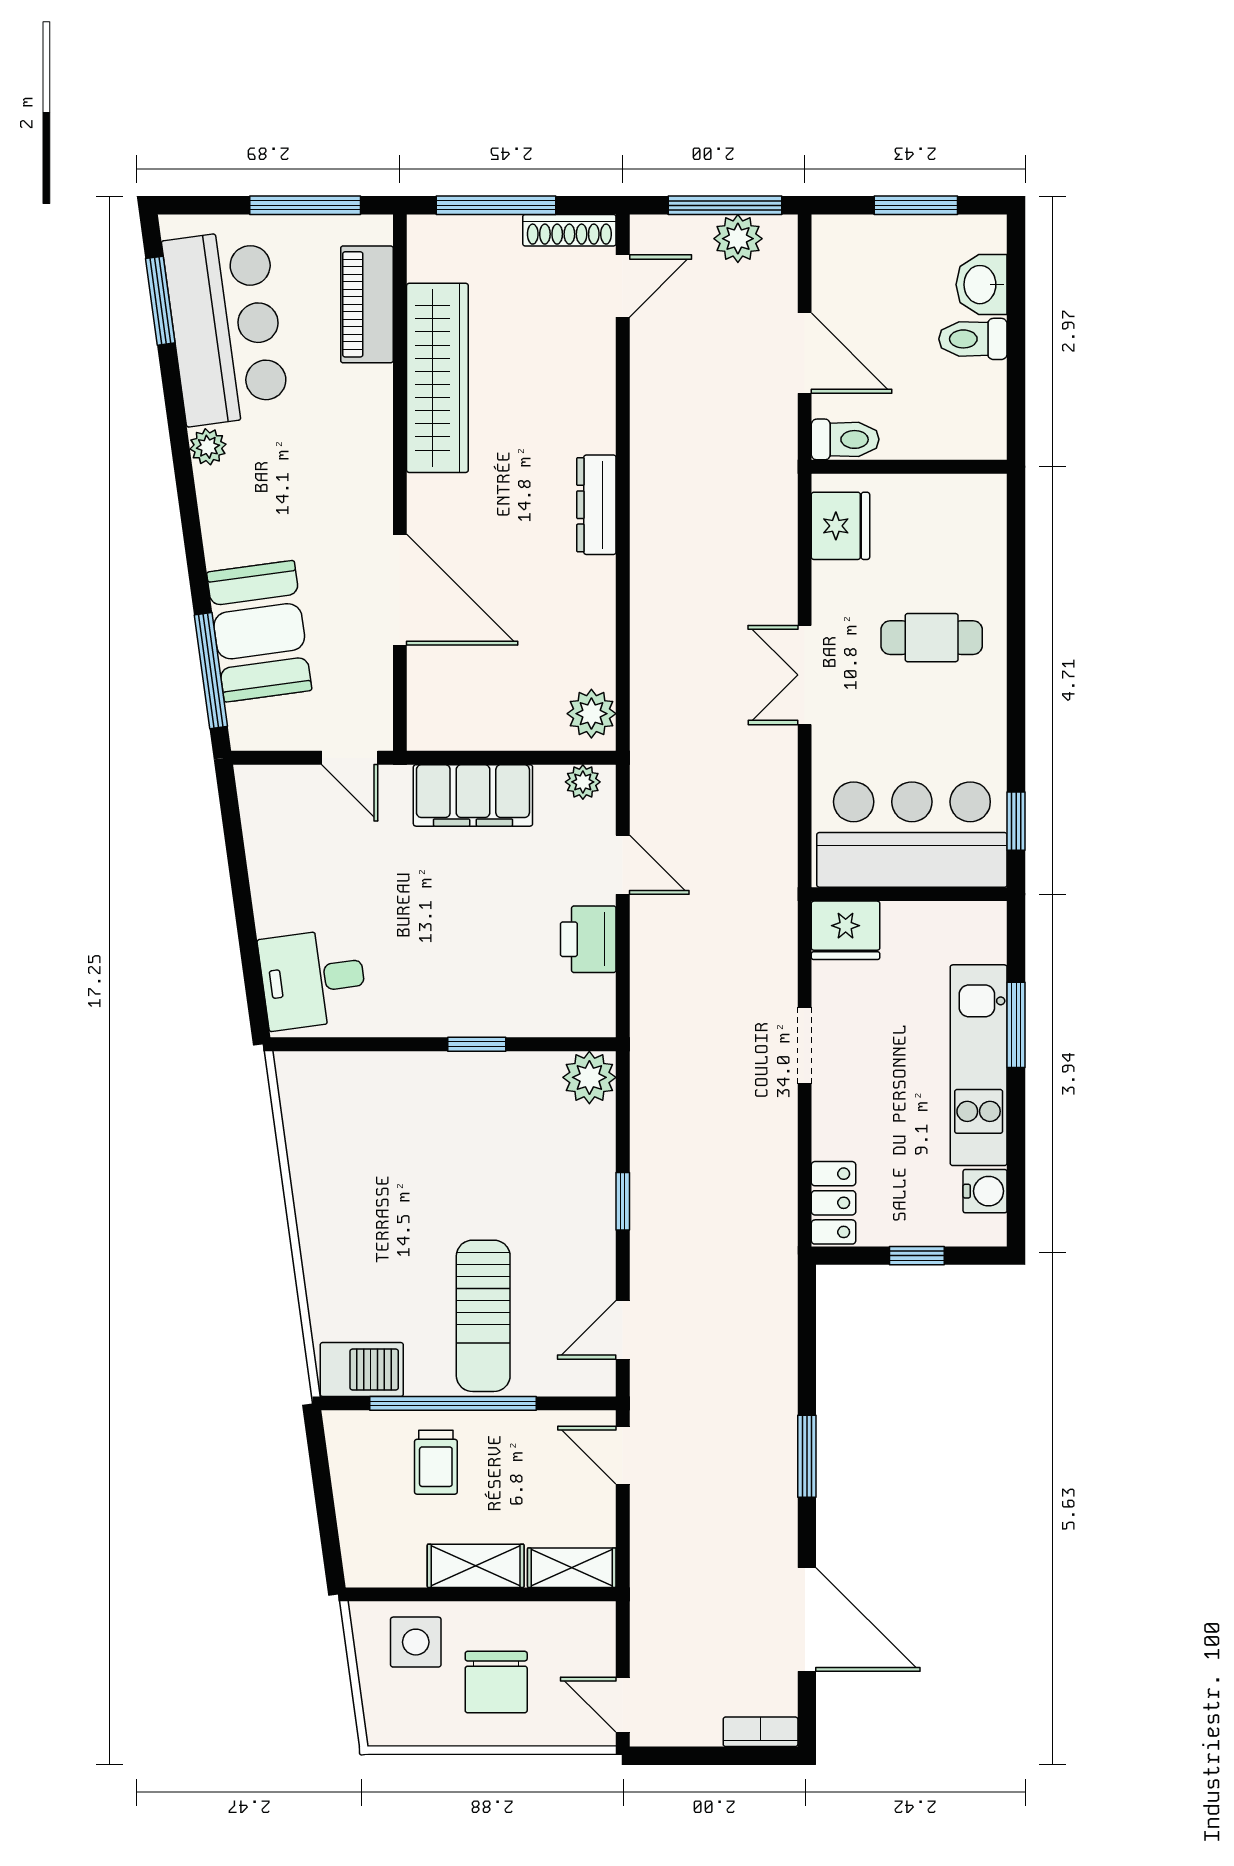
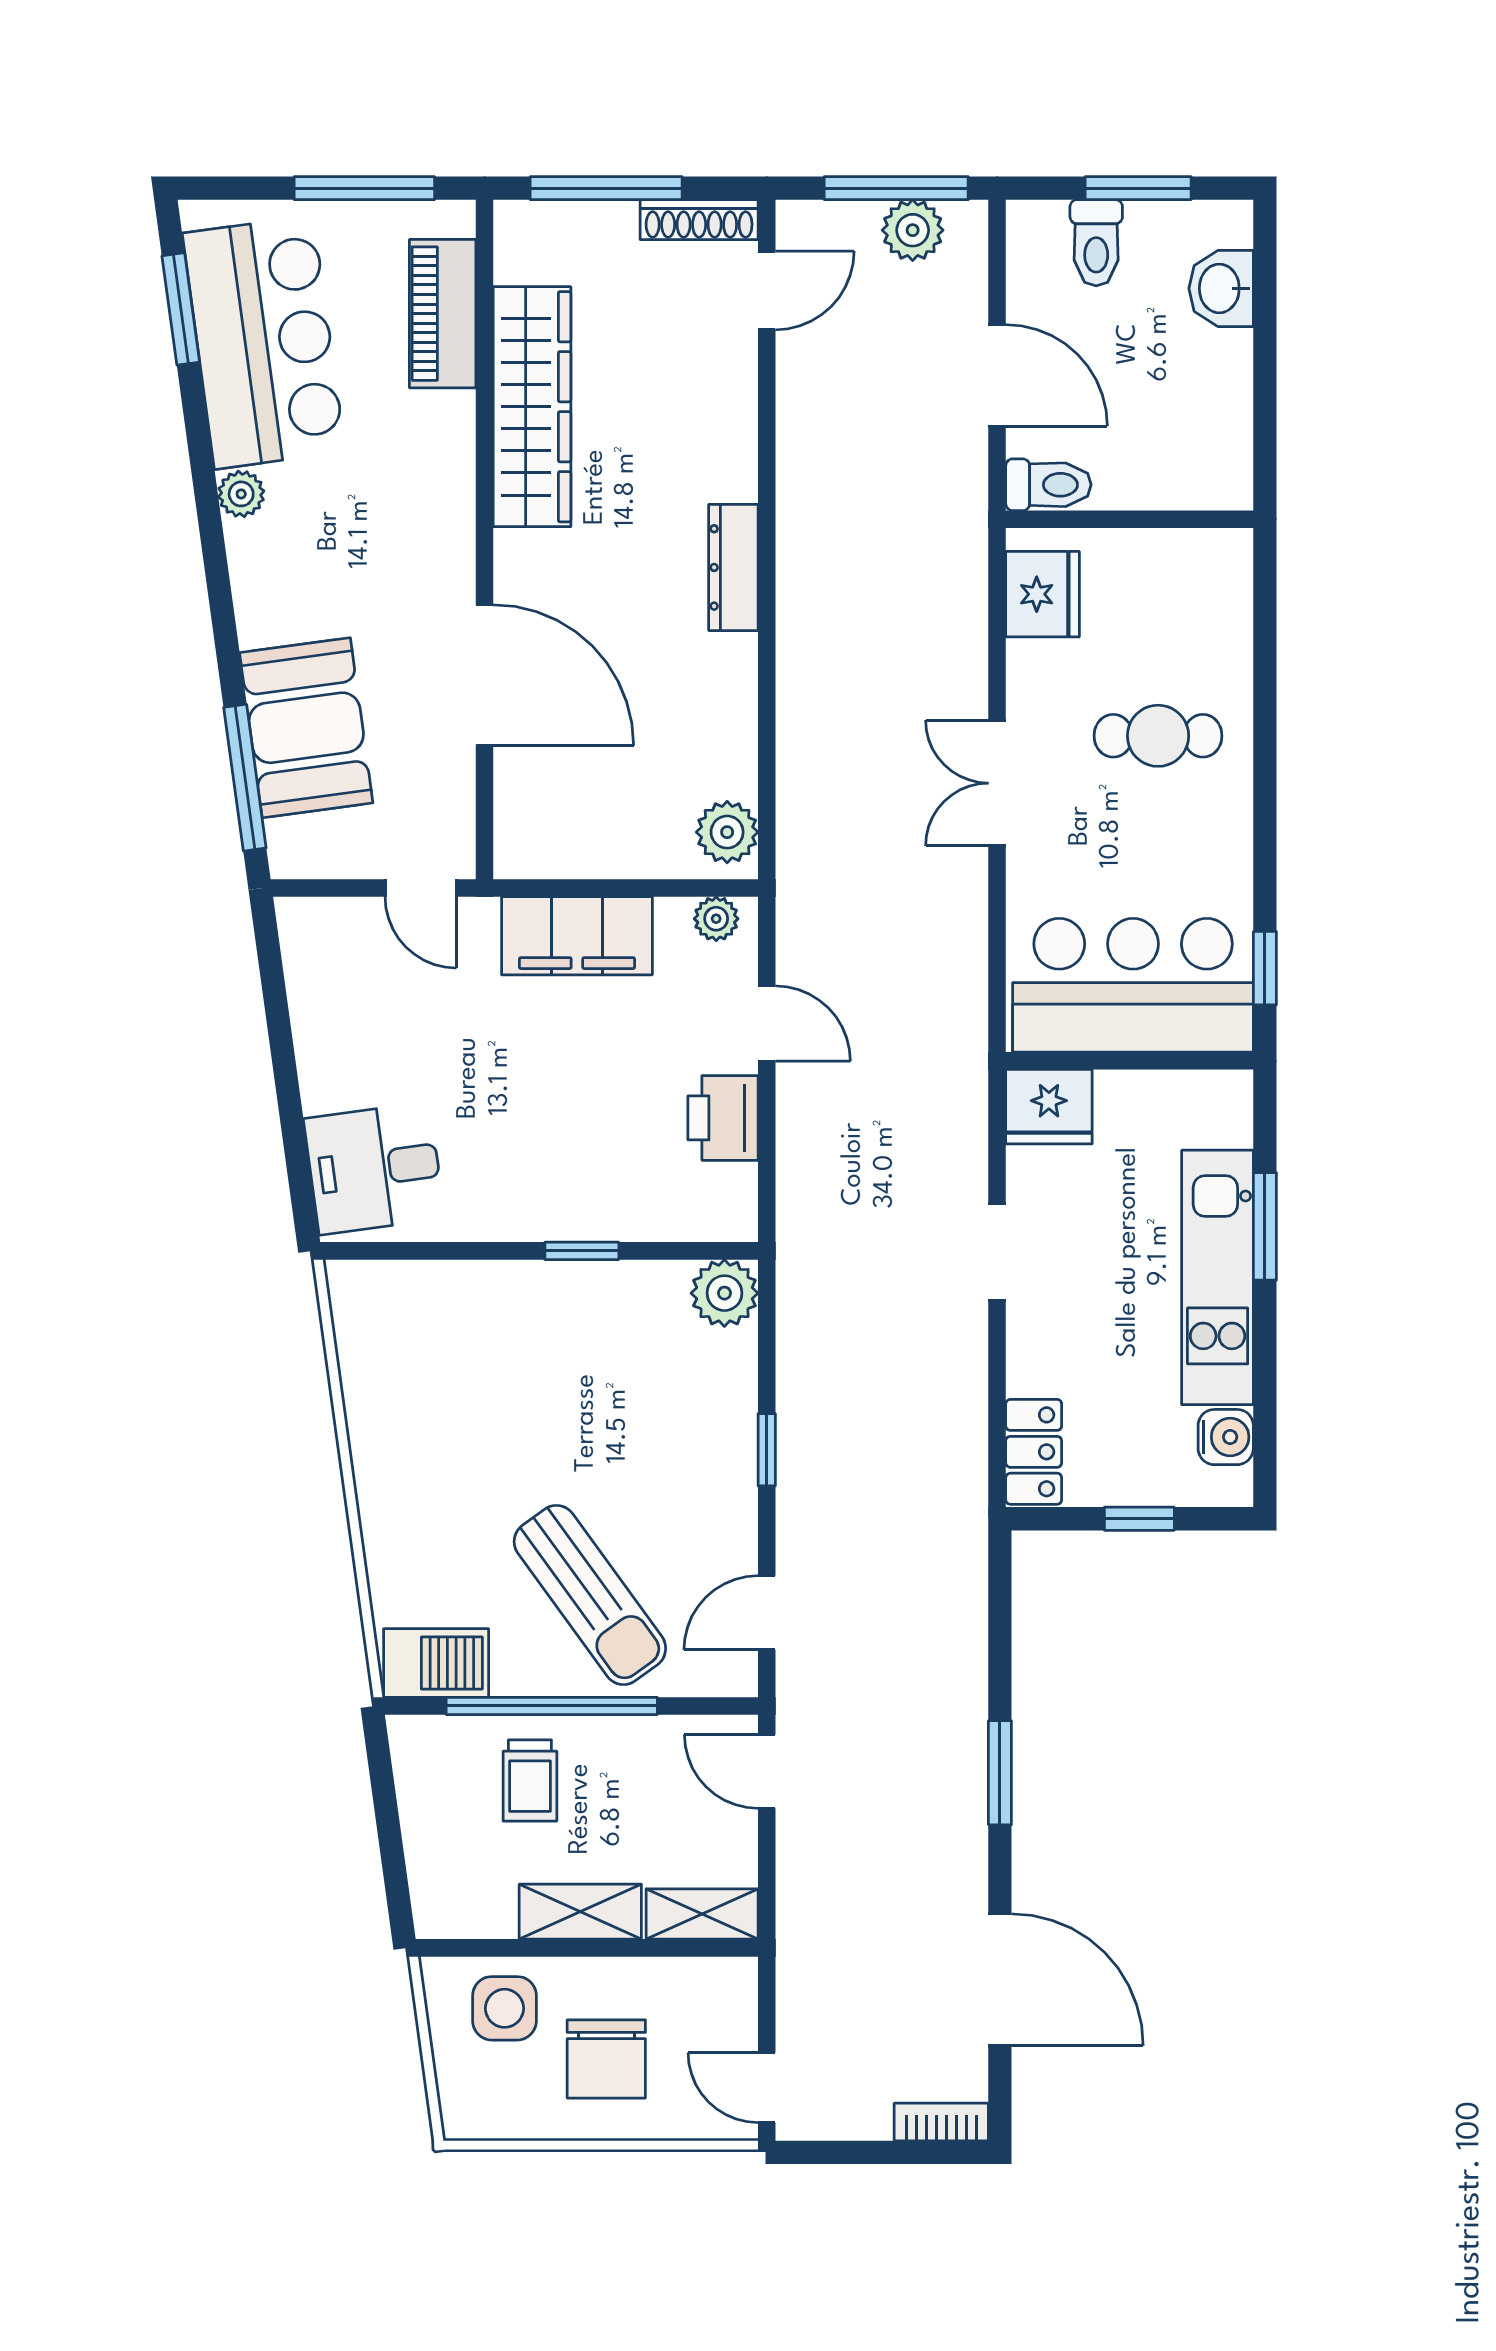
toilet: (973, 339) -> (1096, 243), moved, turned -90
sun lounger: (483, 1316) -> (590, 1595), turned -36

